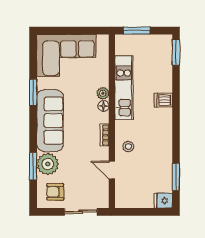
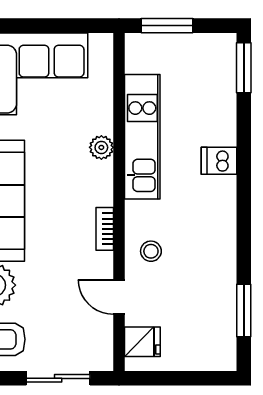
floor lamp: (104, 106) -> (103, 172), removed
fridge: (163, 201) -> (142, 342), moved, turned 180

